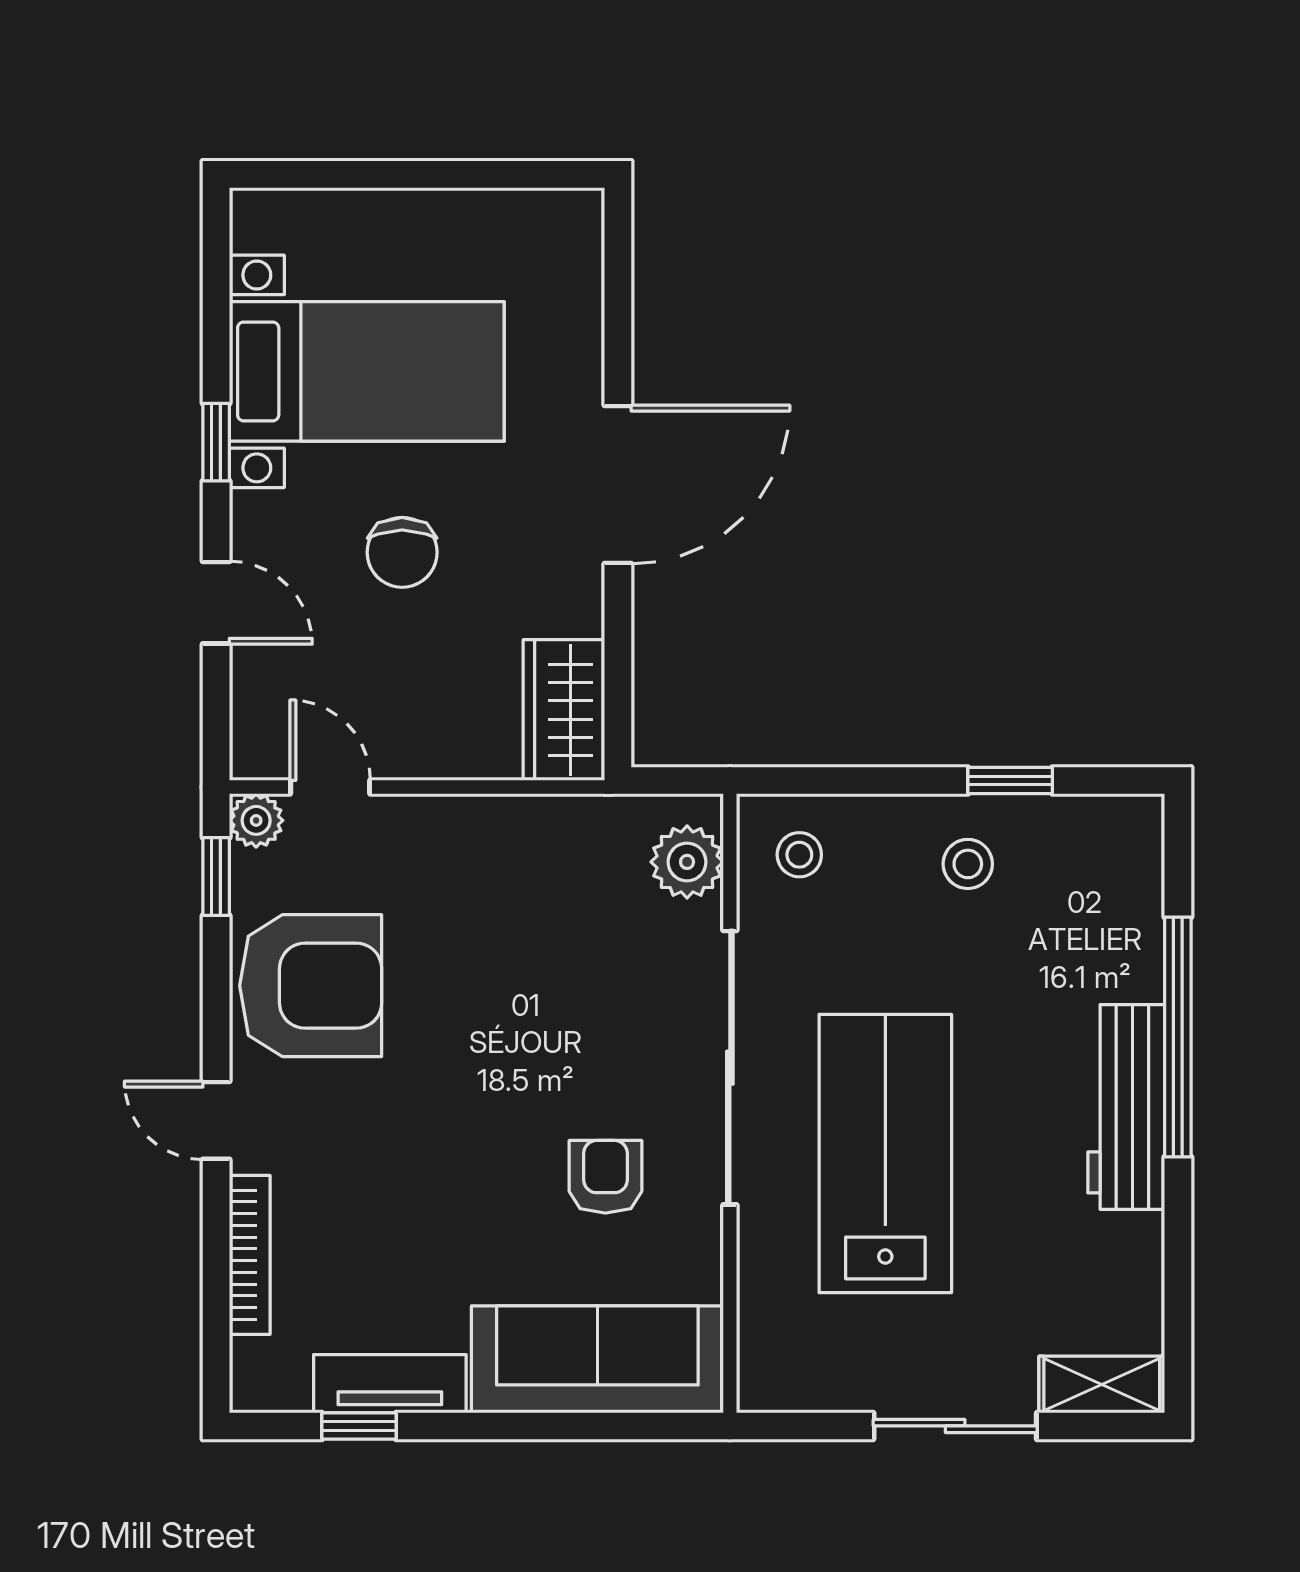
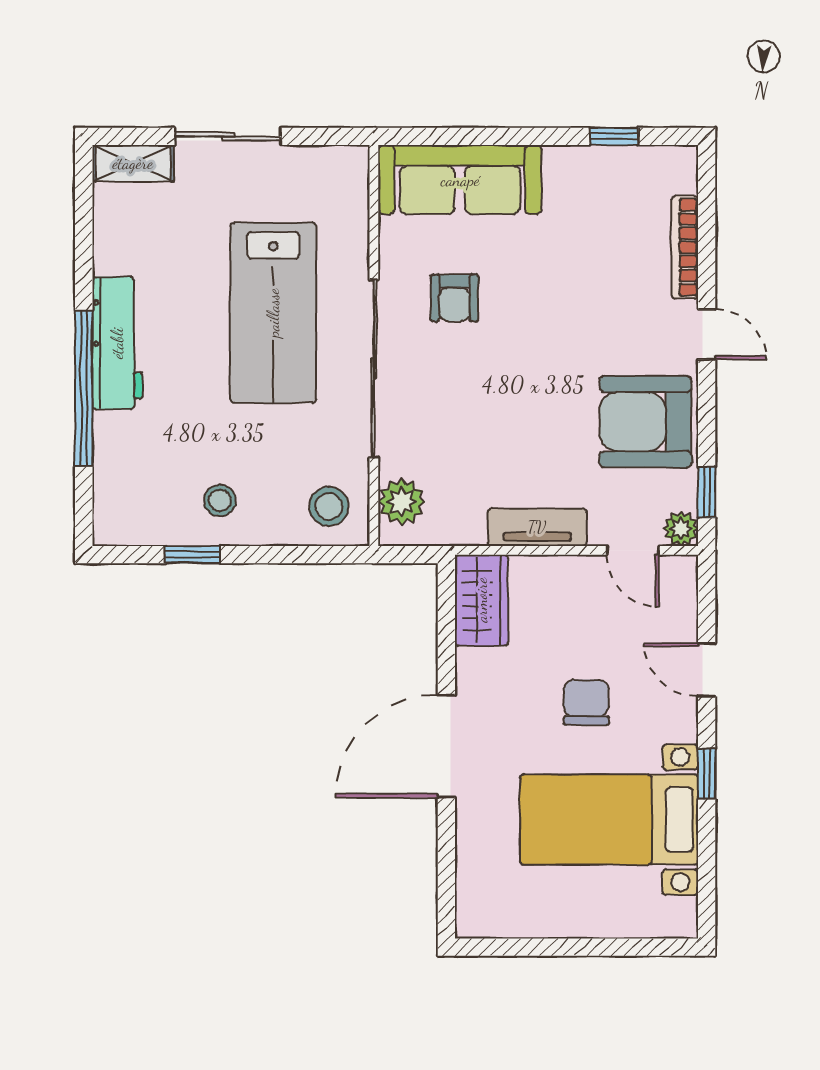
stool: (799, 855) -> (329, 506), width x1.37, depth x1.37
tv unit: (390, 1384) -> (537, 527), moved, turned 180

